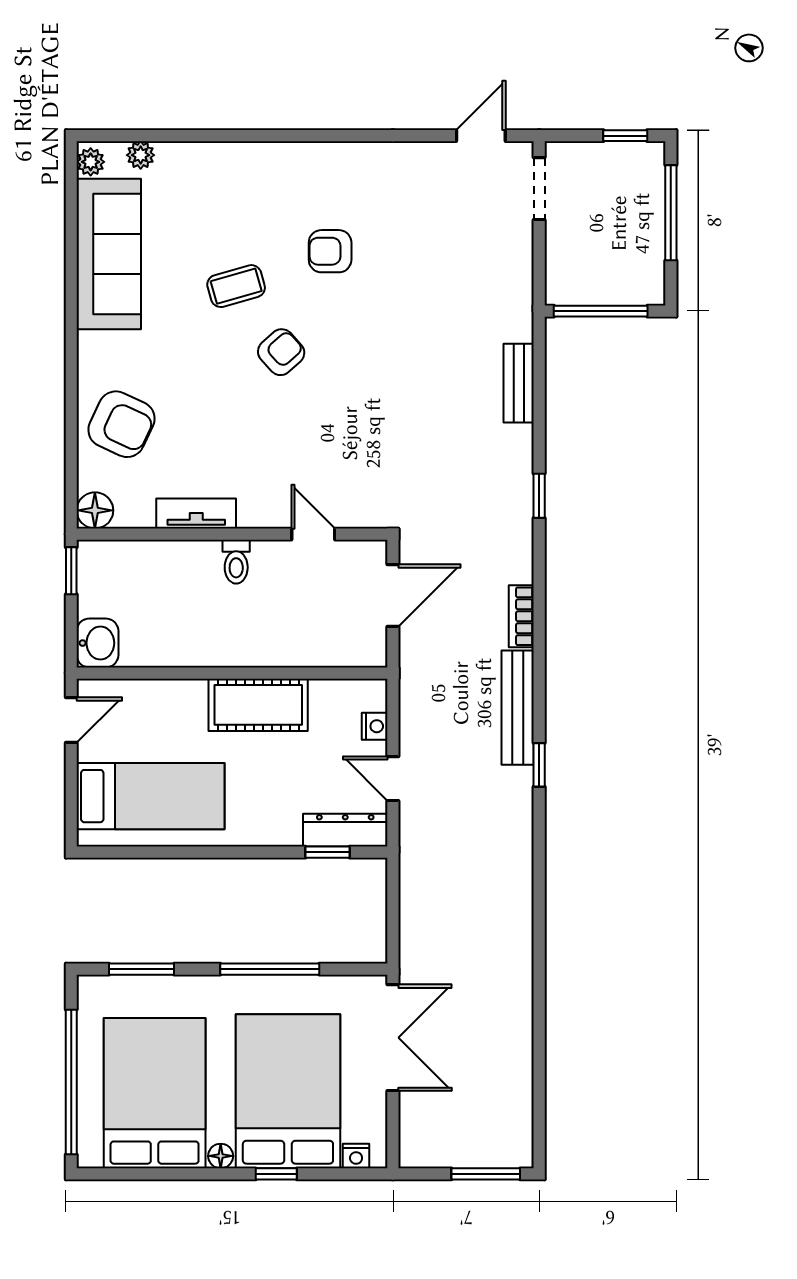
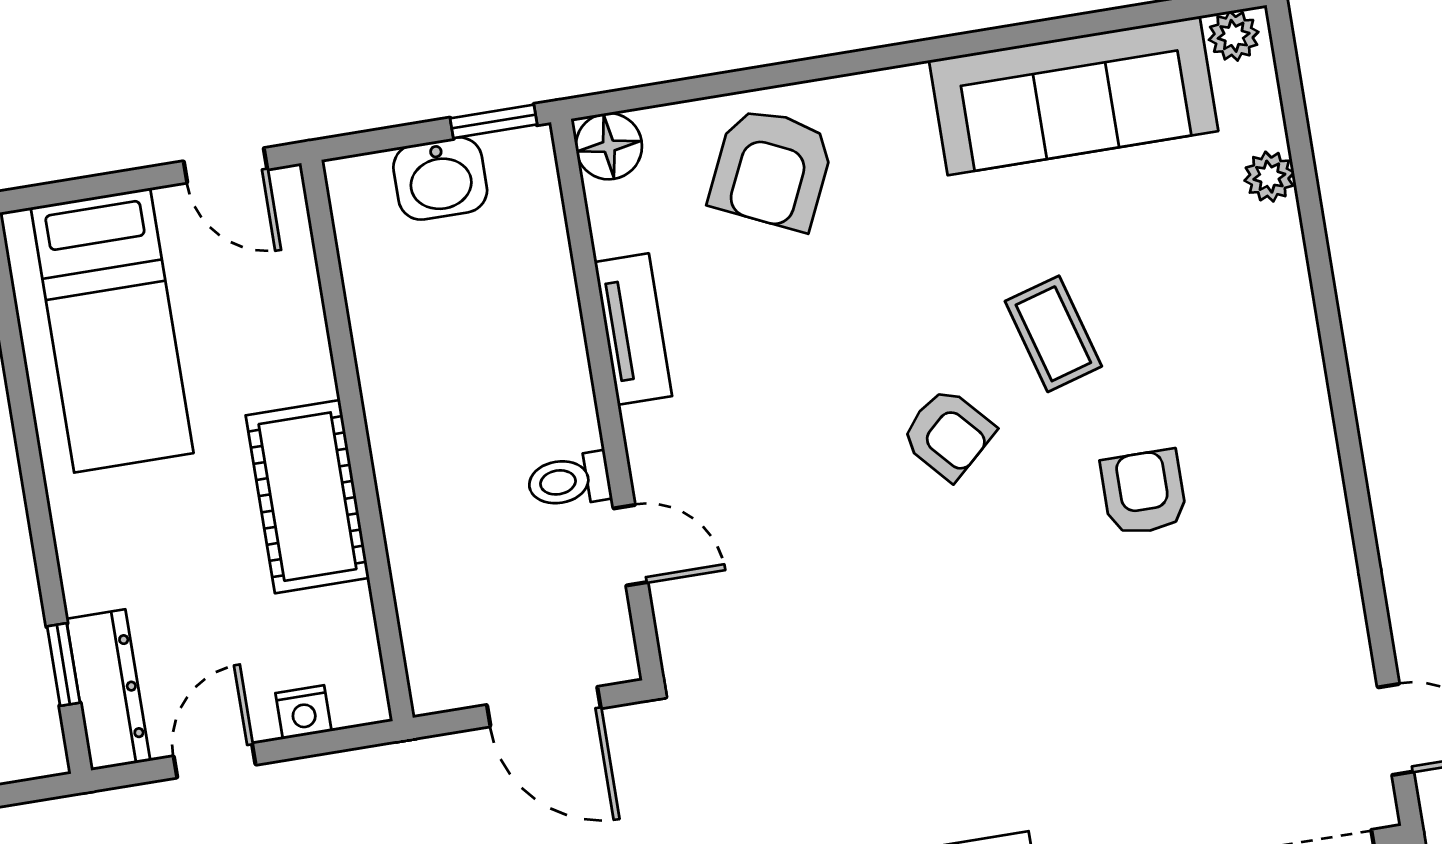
plant: (141, 155) -> (1269, 177), moved
door: (313, 534) -> (631, 545), hinge flipped
toilet: (236, 562) -> (569, 481), moved
washbasin: (97, 643) -> (440, 179), moved

